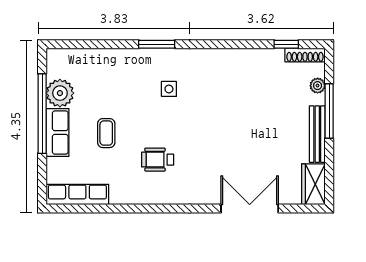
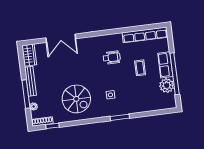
spiral stairs: (235, 90) -> (76, 99), added
row of seats: (77, 194) -> (145, 35), width x1.36

